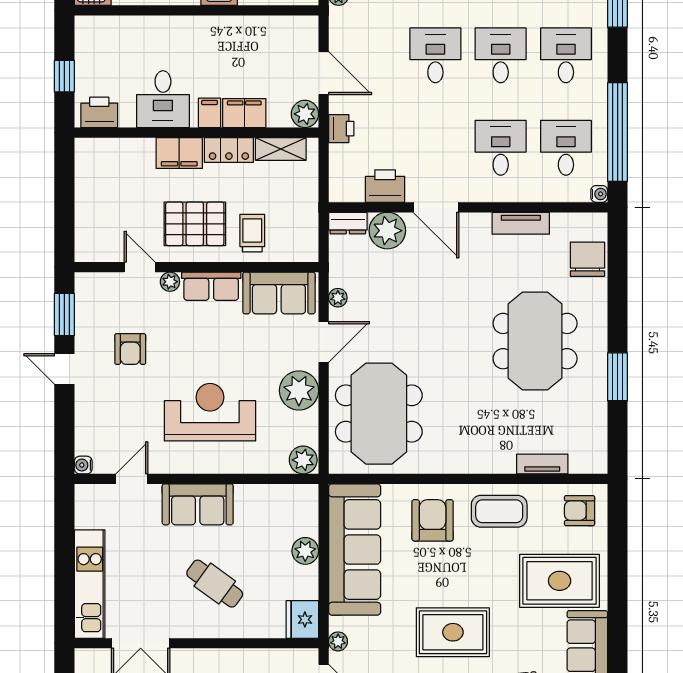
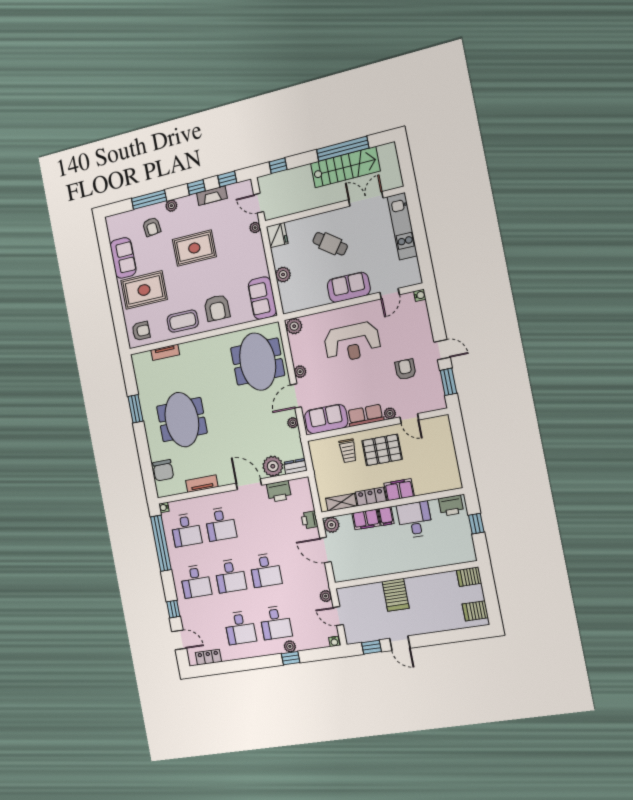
plant: (299, 390) -> (300, 372), width x0.53, depth x0.53
sofa: (355, 550) -> (262, 298), width x0.54, depth x0.79

